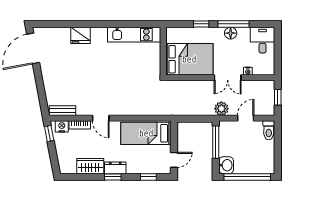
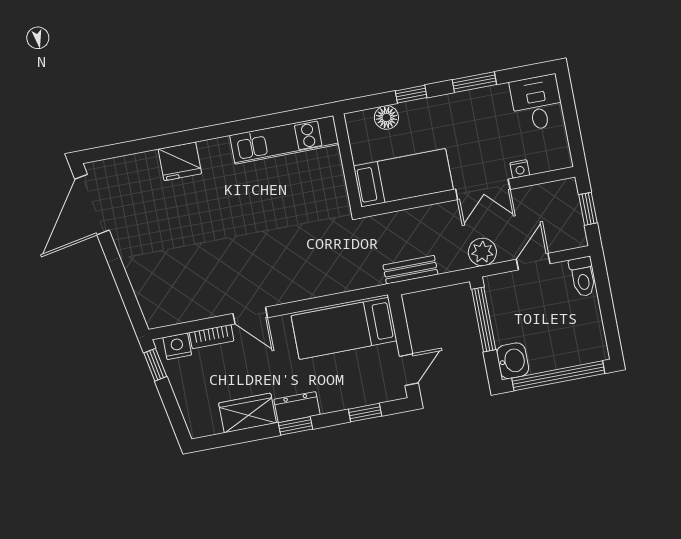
window: (234, 24) -> (474, 82), width x0.69
floor lamp: (231, 33) -> (386, 117), moved
bed: (189, 59) -> (403, 178), width x0.67
bench: (63, 111) -> (410, 270), moved

